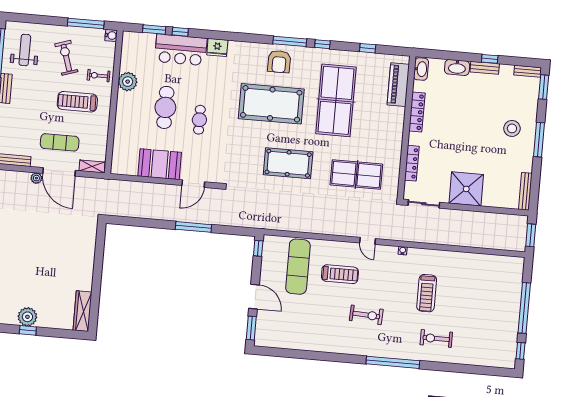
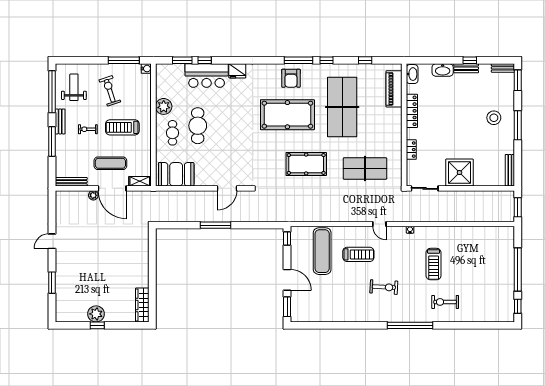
exercise bike: (98, 76) -> (88, 129), moved
cafe table: (199, 120) -> (172, 133), moved
locker: (412, 163) -> (411, 150), width x0.66
booth: (160, 164) -> (176, 174), moved
window: (193, 227) -> (216, 225), moved

